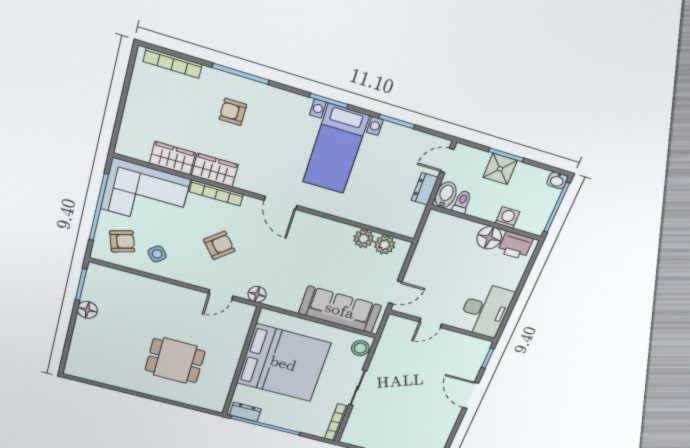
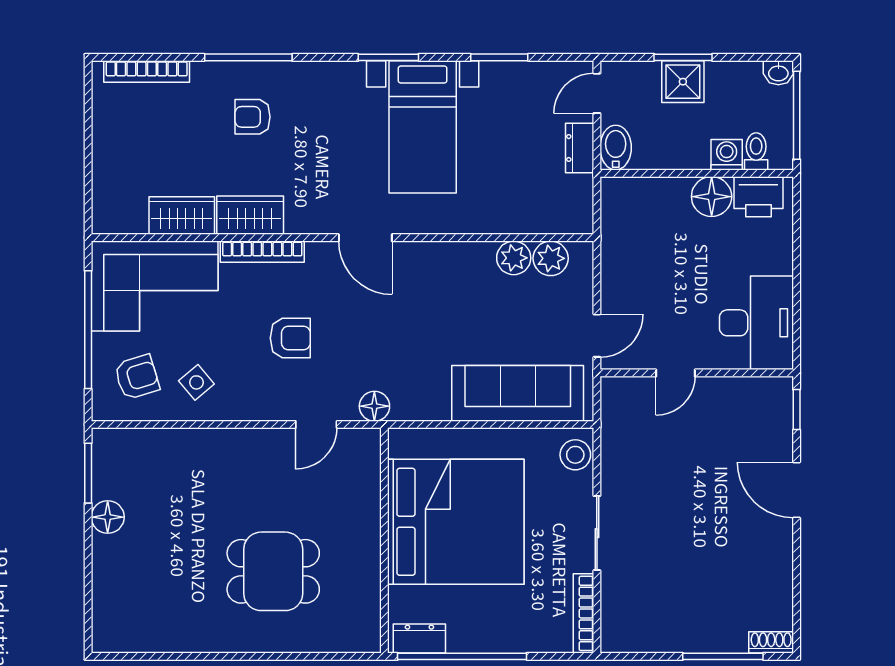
toilet: (462, 202) -> (756, 151), moved
armchair: (219, 245) -> (290, 338), turned 40

